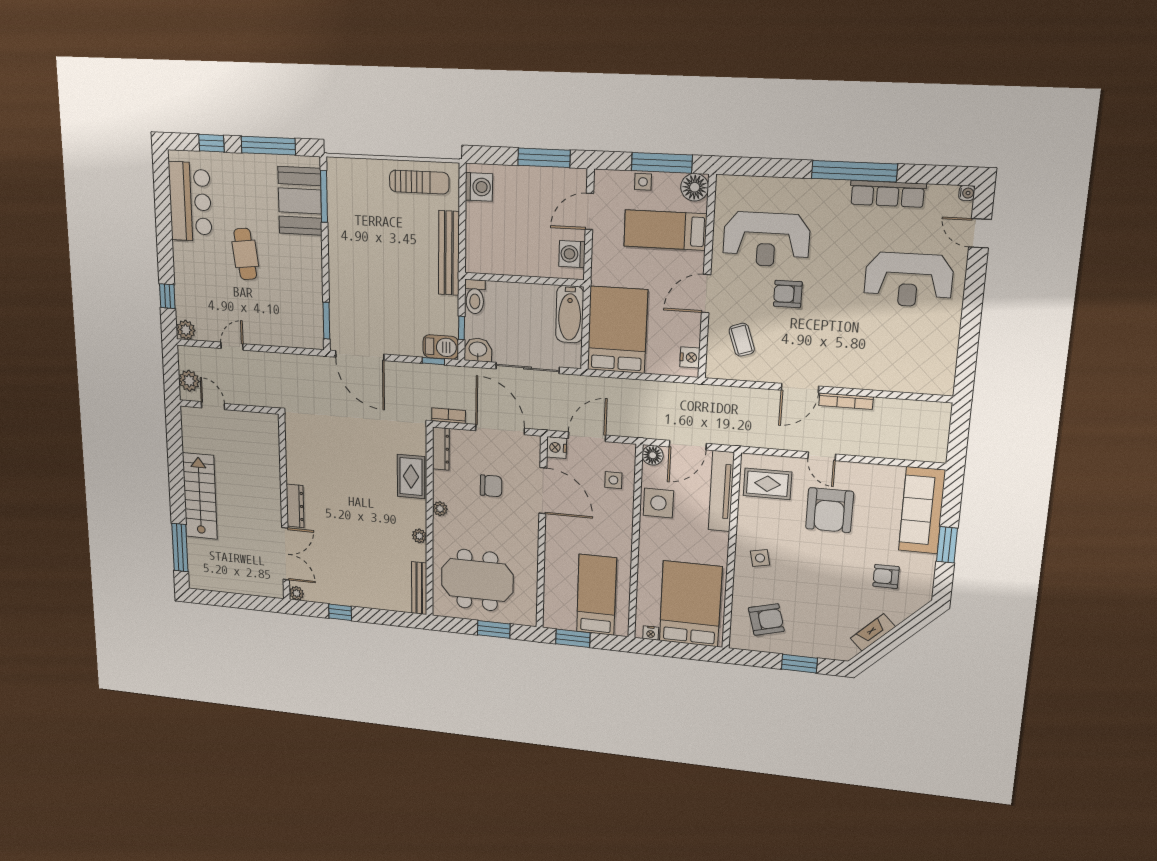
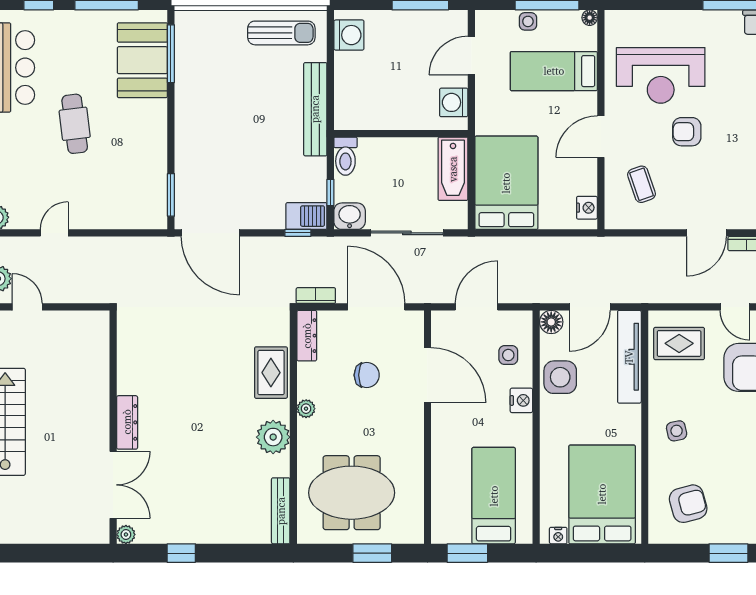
floor lamp: (695, 187) -> (590, 18), width x0.53, depth x0.53
nightstand: (557, 448) -> (521, 400), moved, turned 180
plant: (419, 536) -> (273, 437), width x1.88, depth x1.88

